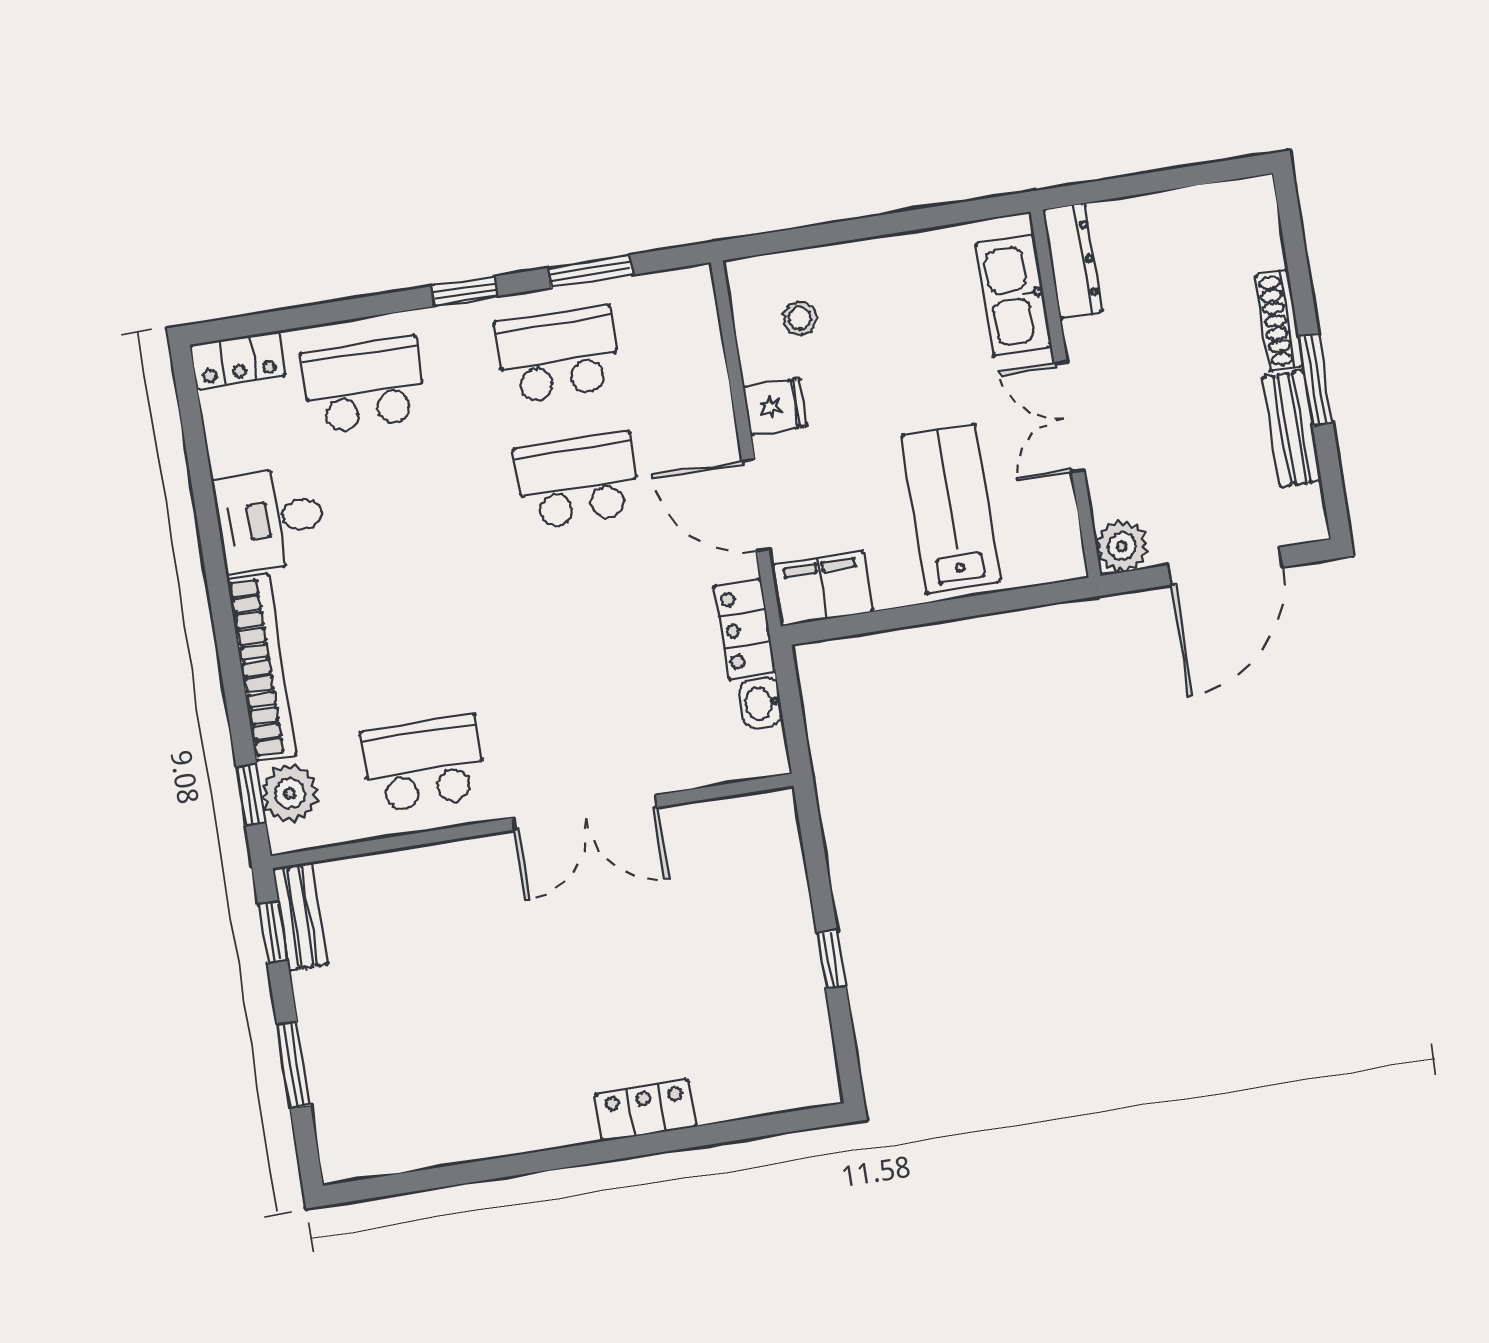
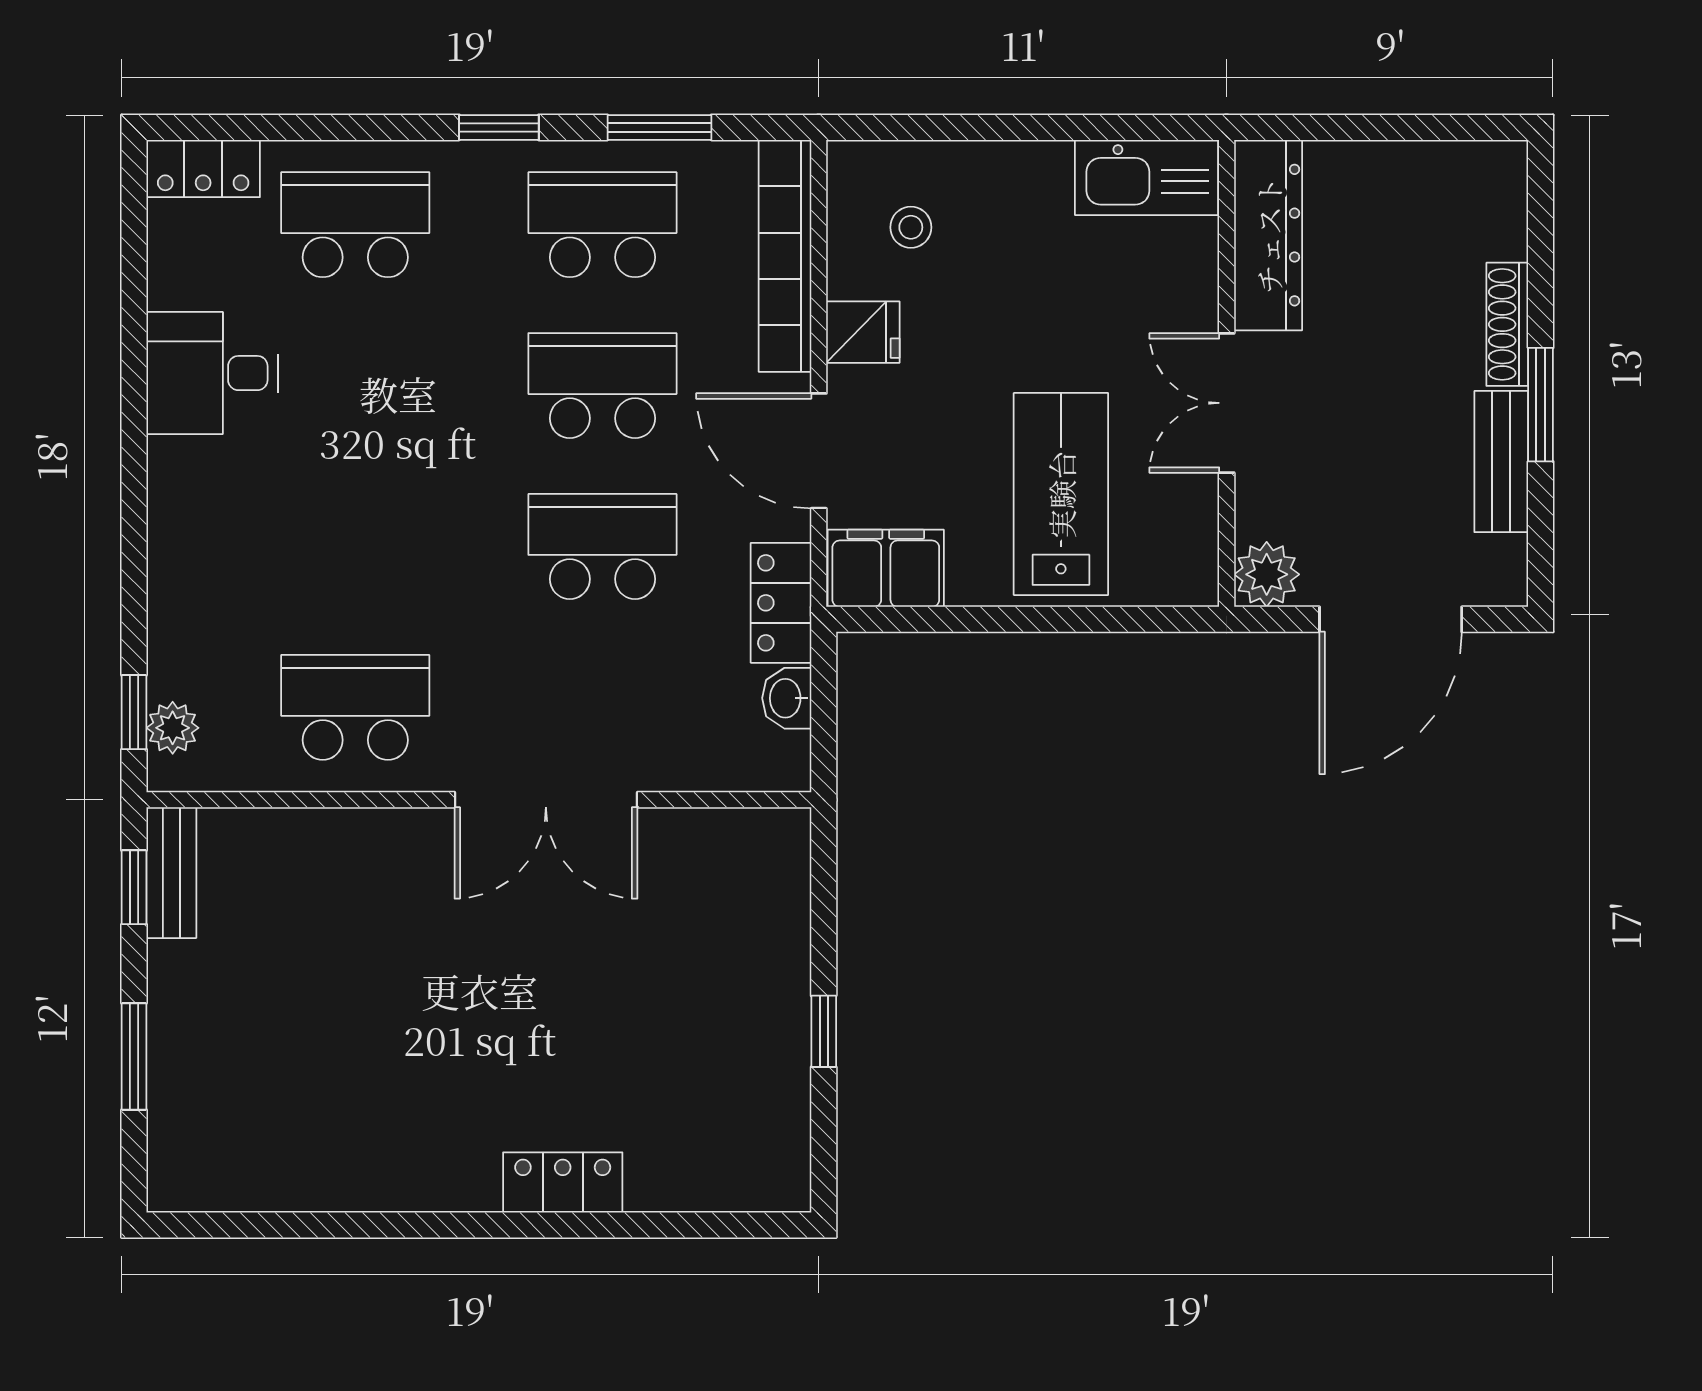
dresser: (1072, 261) -> (1268, 235), width x1.37, depth x1.24
kitchen sink: (1014, 295) -> (1147, 178), moved, turned -90
school desk: (598, 607) -> (602, 547), added
bookcase: (262, 667) -> (785, 256), moved, turned 180
plant: (290, 794) -> (173, 728), width x0.73, depth x0.73

